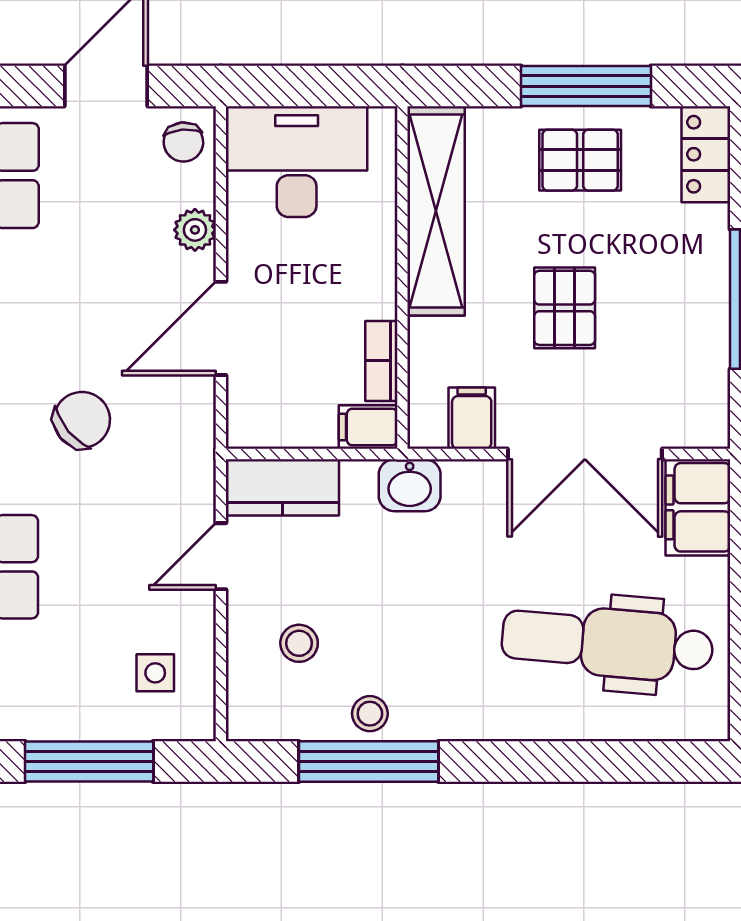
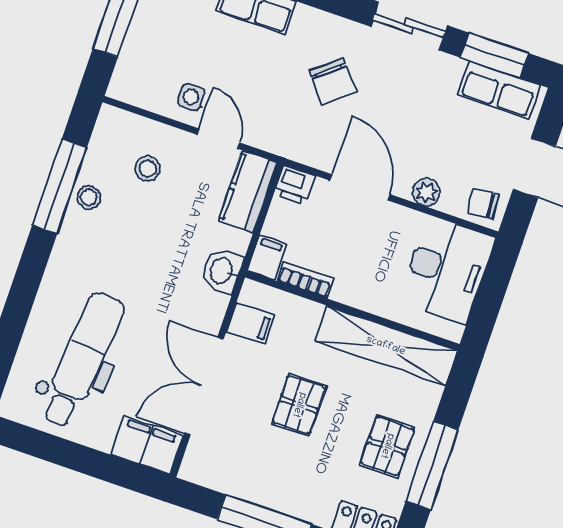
pallet: (565, 308) -> (299, 405), turned 90
printer: (250, 423) -> (295, 185), added
side table: (155, 673) -> (191, 97), moved

